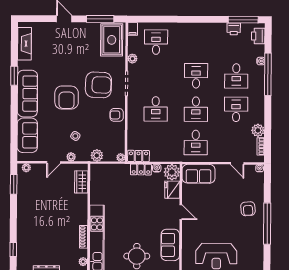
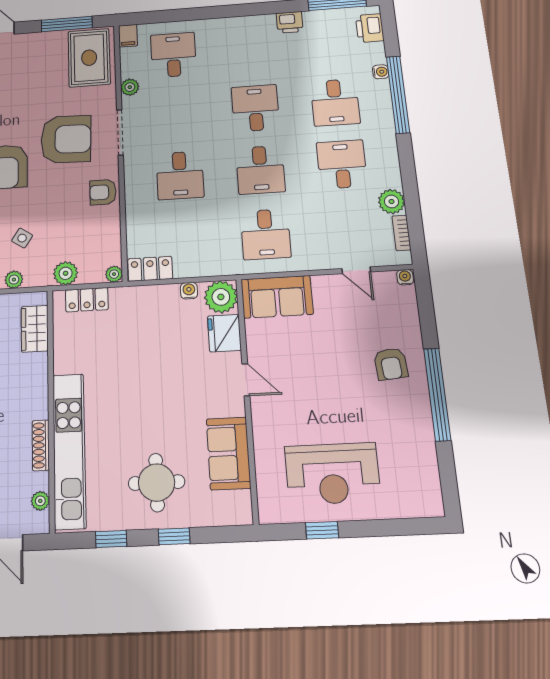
printer: (234, 29) -> (290, 22), moved
locker: (141, 169) -> (87, 300), moved

